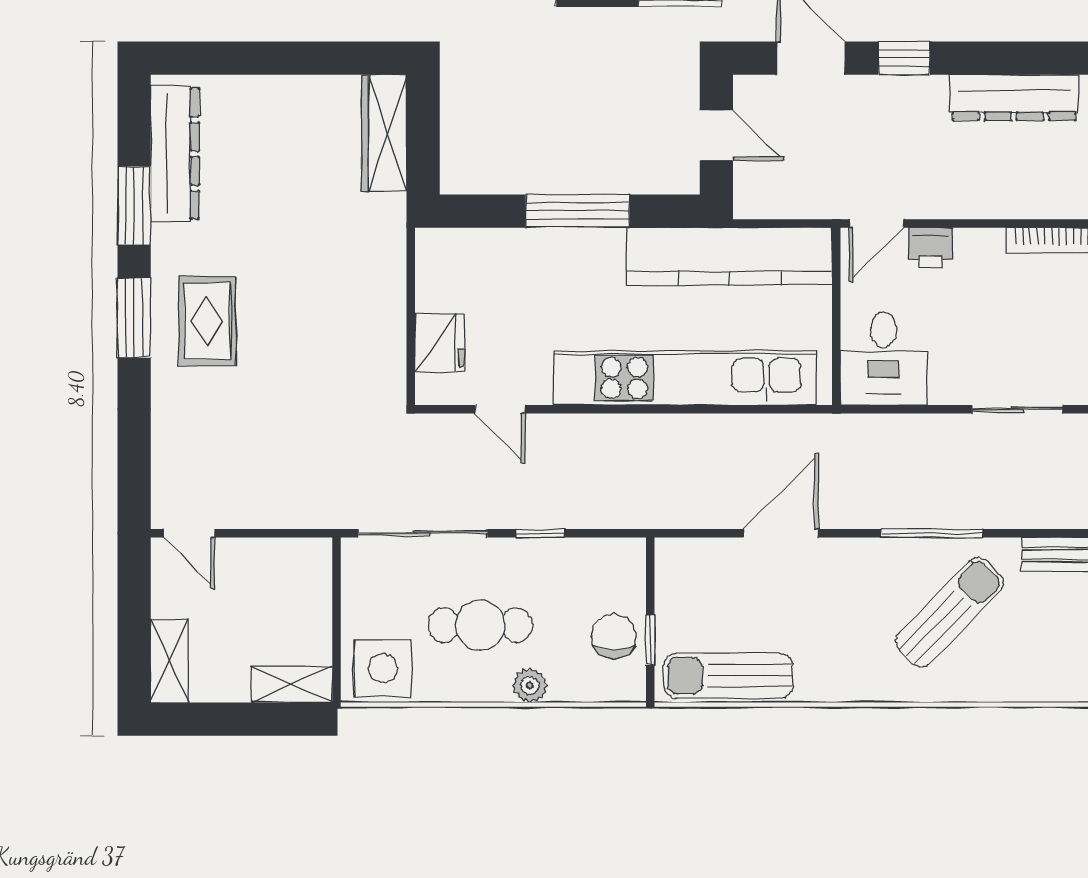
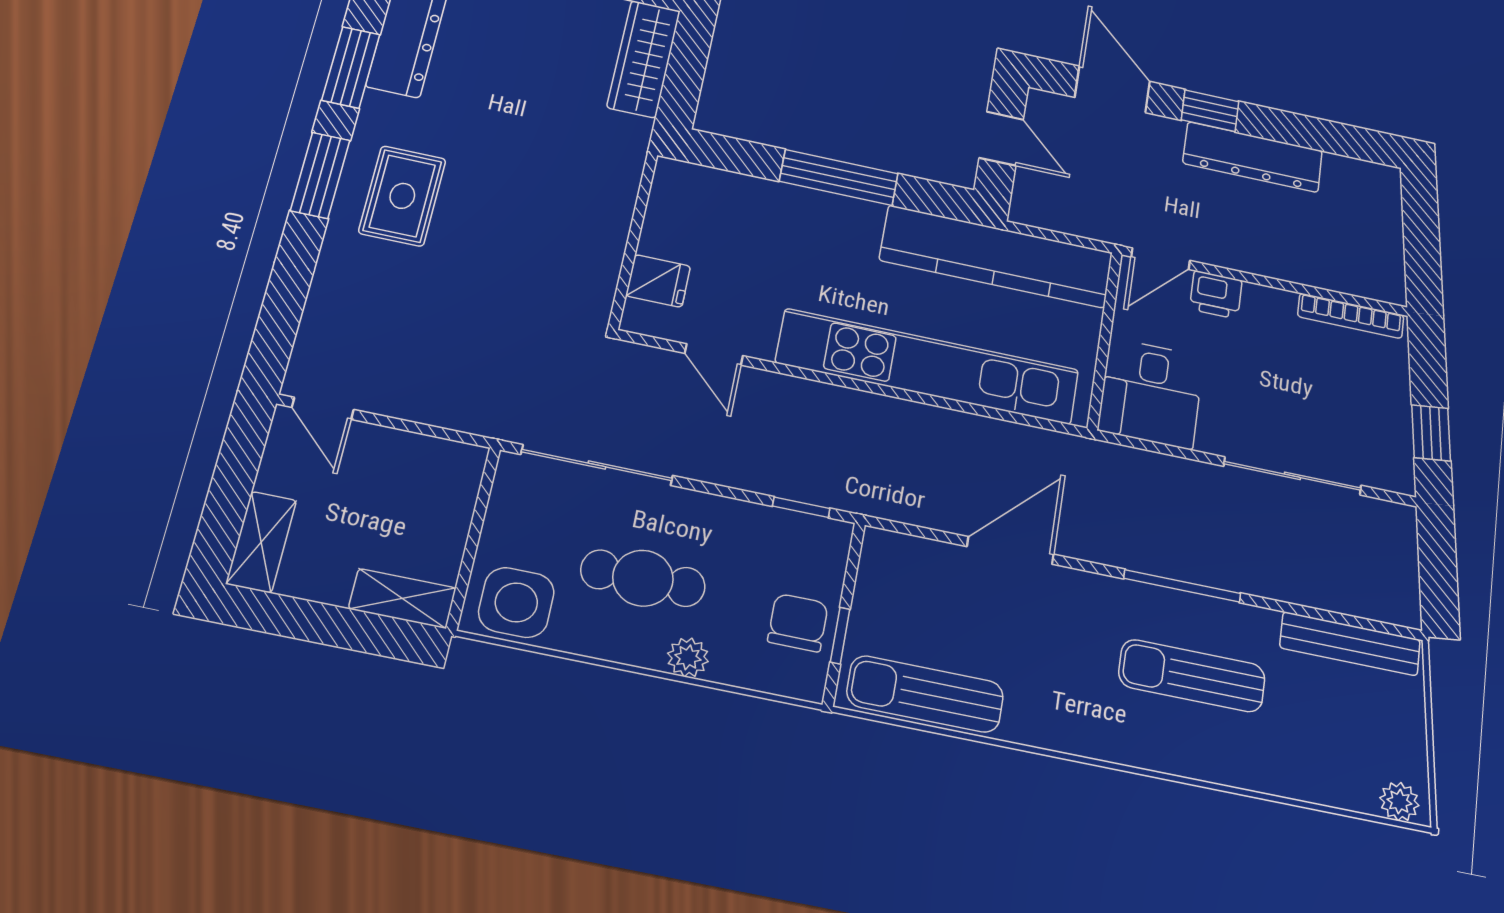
dresser: (1014, 98) -> (1253, 157), moved
fridge: (440, 343) -> (658, 281), width x0.72
sliding door: (1017, 409) -> (1292, 476), width x1.37
window: (540, 533) -> (801, 507), moved
sun lounger: (949, 612) -> (1192, 676), turned -134

